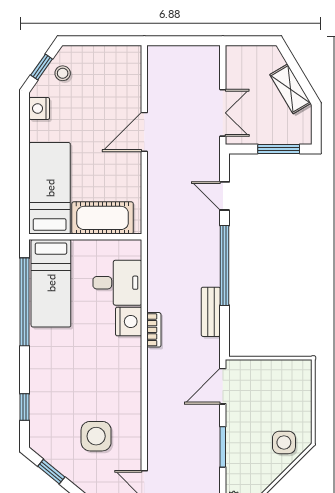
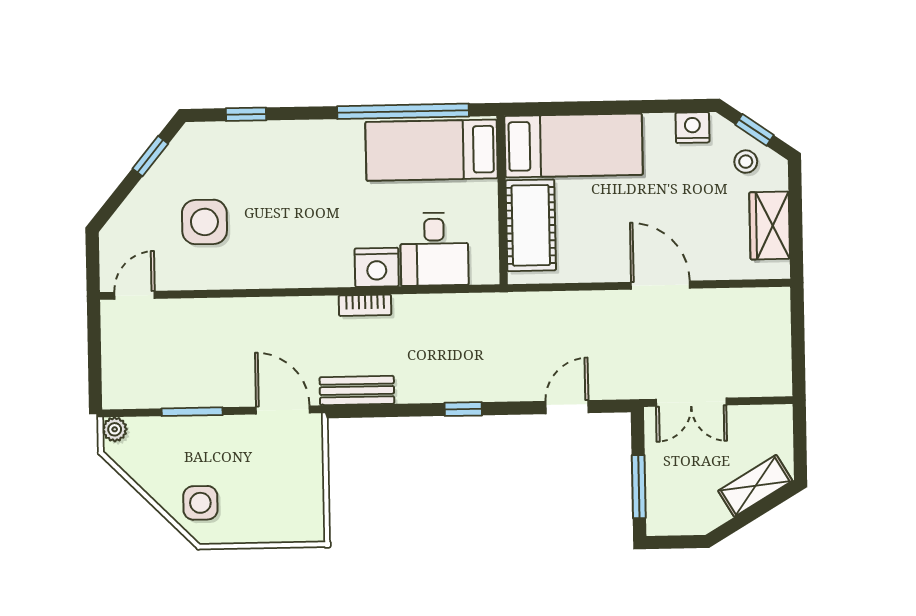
wardrobe: (106, 58) -> (770, 226), added
shelving: (290, 89) -> (755, 486), moved
window: (225, 265) -> (463, 409), width x0.32
bench: (211, 312) -> (357, 390), moved

